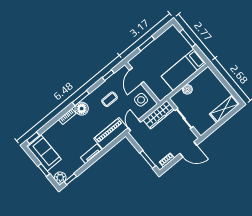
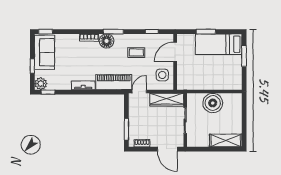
bed: (184, 70) -> (219, 44), moved
boiler: (187, 89) -> (213, 103), width x1.86, depth x1.86

